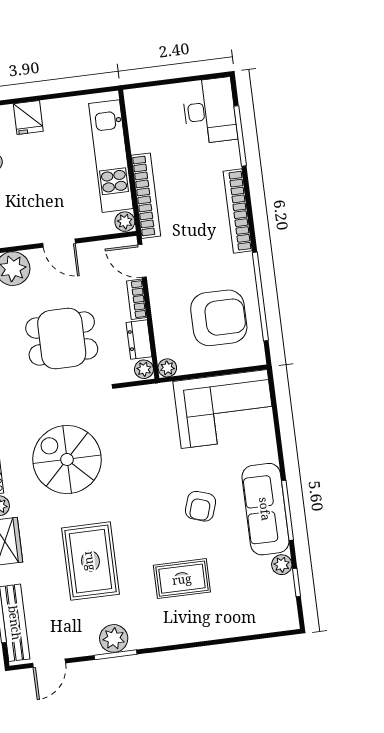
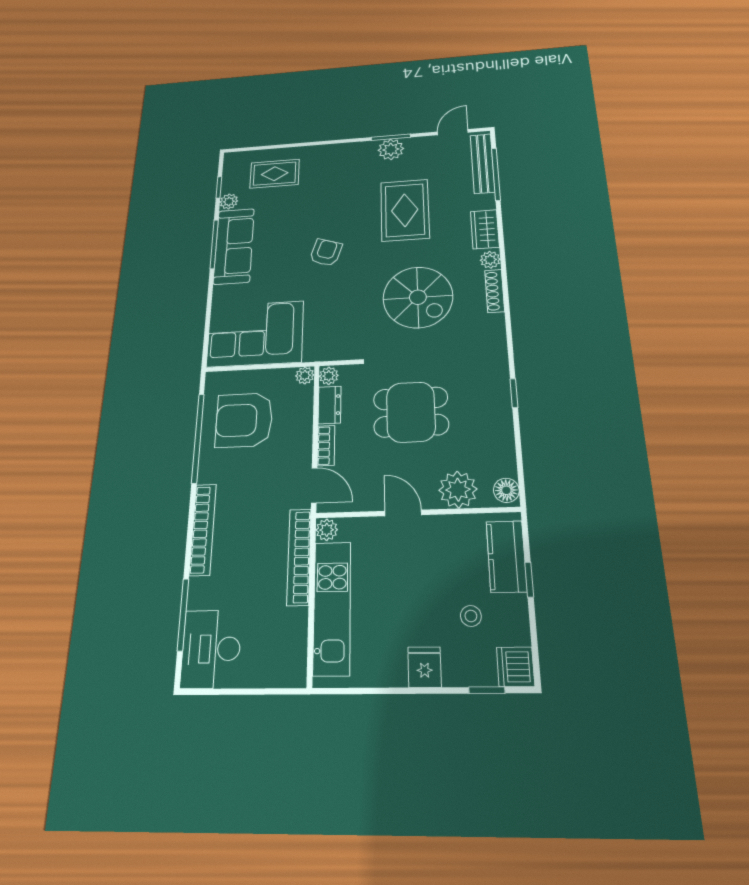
armchair: (201, 506) -> (326, 252), moved
rug: (182, 579) -> (275, 174), moved

